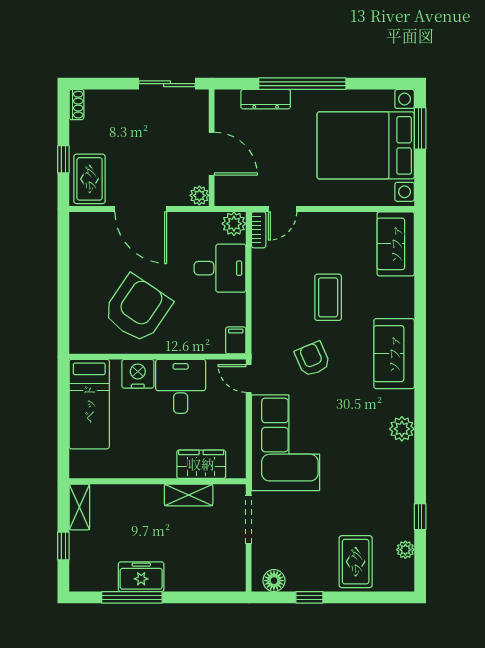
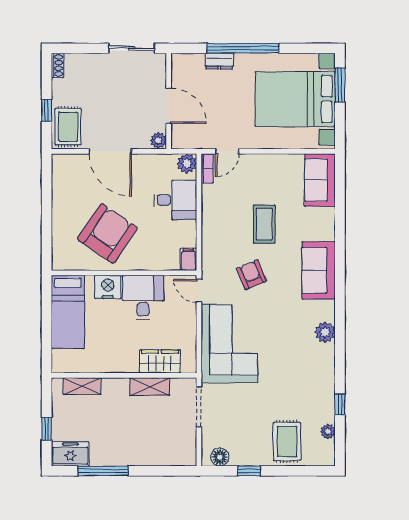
dresser: (266, 99) -> (219, 61), width x0.70
shelving: (79, 507) -> (82, 386), moved, turned 90
freezer: (141, 577) -> (70, 454), moved

